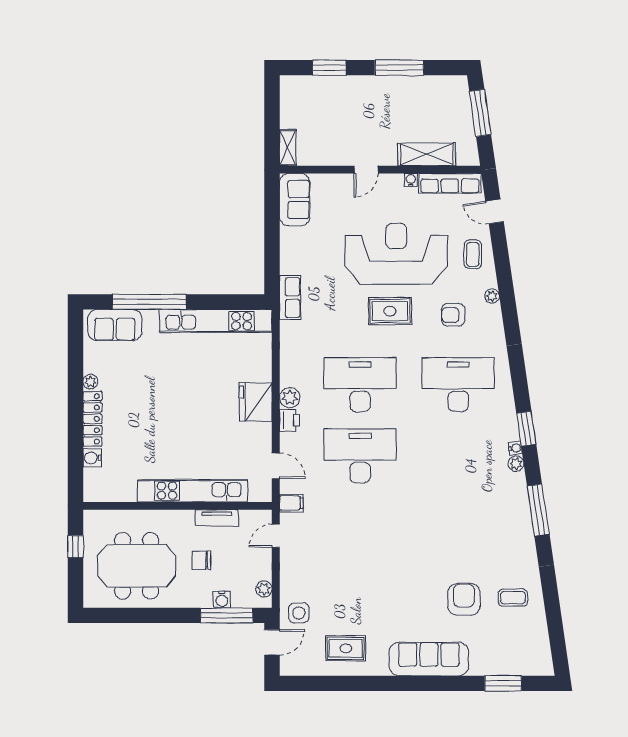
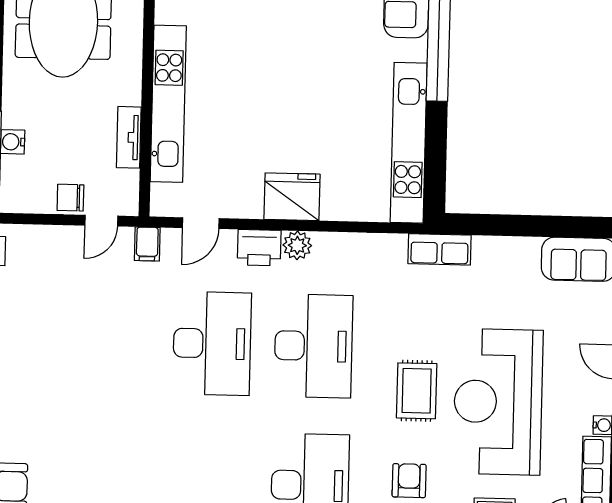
reception desk: (396, 254) -> (498, 402), turned 180
printer: (290, 420) -> (259, 248), width x1.36, depth x1.24
door: (276, 536) -> (101, 221), swing flipped
chair: (201, 560) -> (70, 198), moved, turned -90
plant: (264, 589) -> (26, 202), removed

